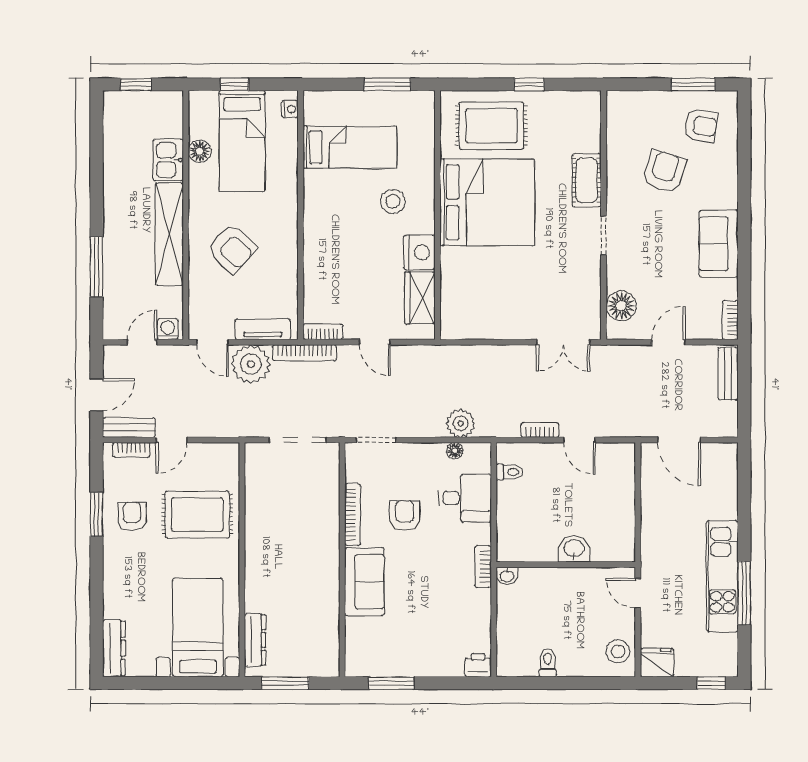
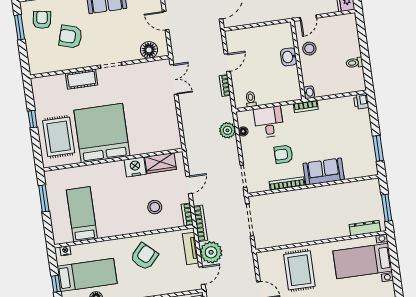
stool: (393, 201) -> (155, 207), moved
armchair: (232, 248) -> (144, 257), moved
stool: (618, 651) -> (309, 49), moved

